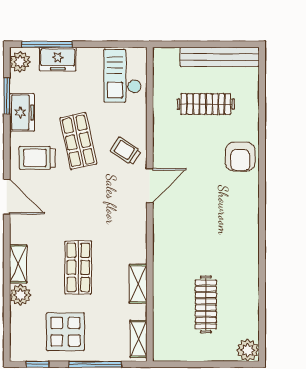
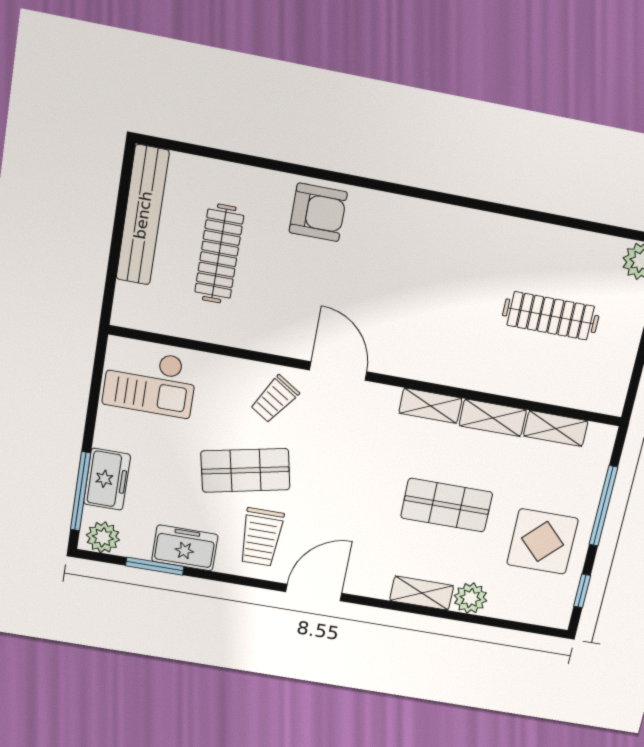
shelving: (139, 245) -> (430, 406), added
shelving: (138, 339) -> (556, 428), moved

